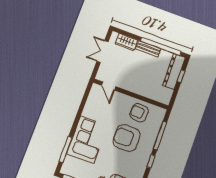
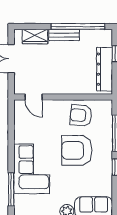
dresser: (174, 72) -> (104, 69), moved

